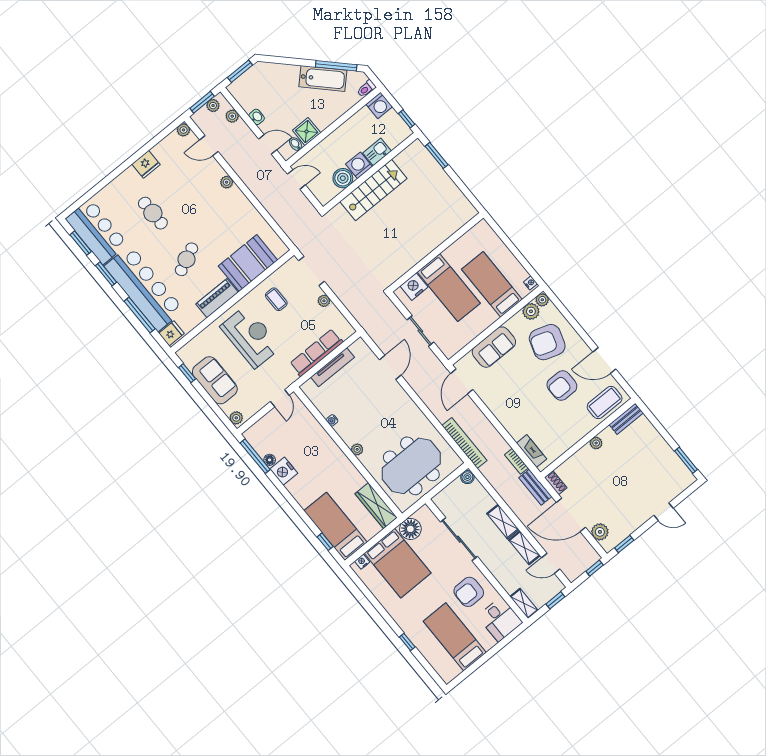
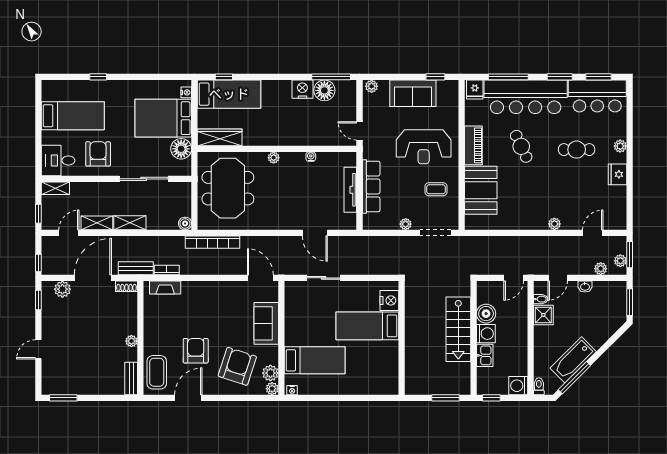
plant: (183, 130) -> (620, 146), moved
wall: (436, 252) -> (402, 338), moved
nightstand: (414, 287) -> (389, 300), moved
bed: (449, 288) -> (367, 326), moved
floor lamp: (270, 460) -> (324, 90), width x1.89, depth x1.89

